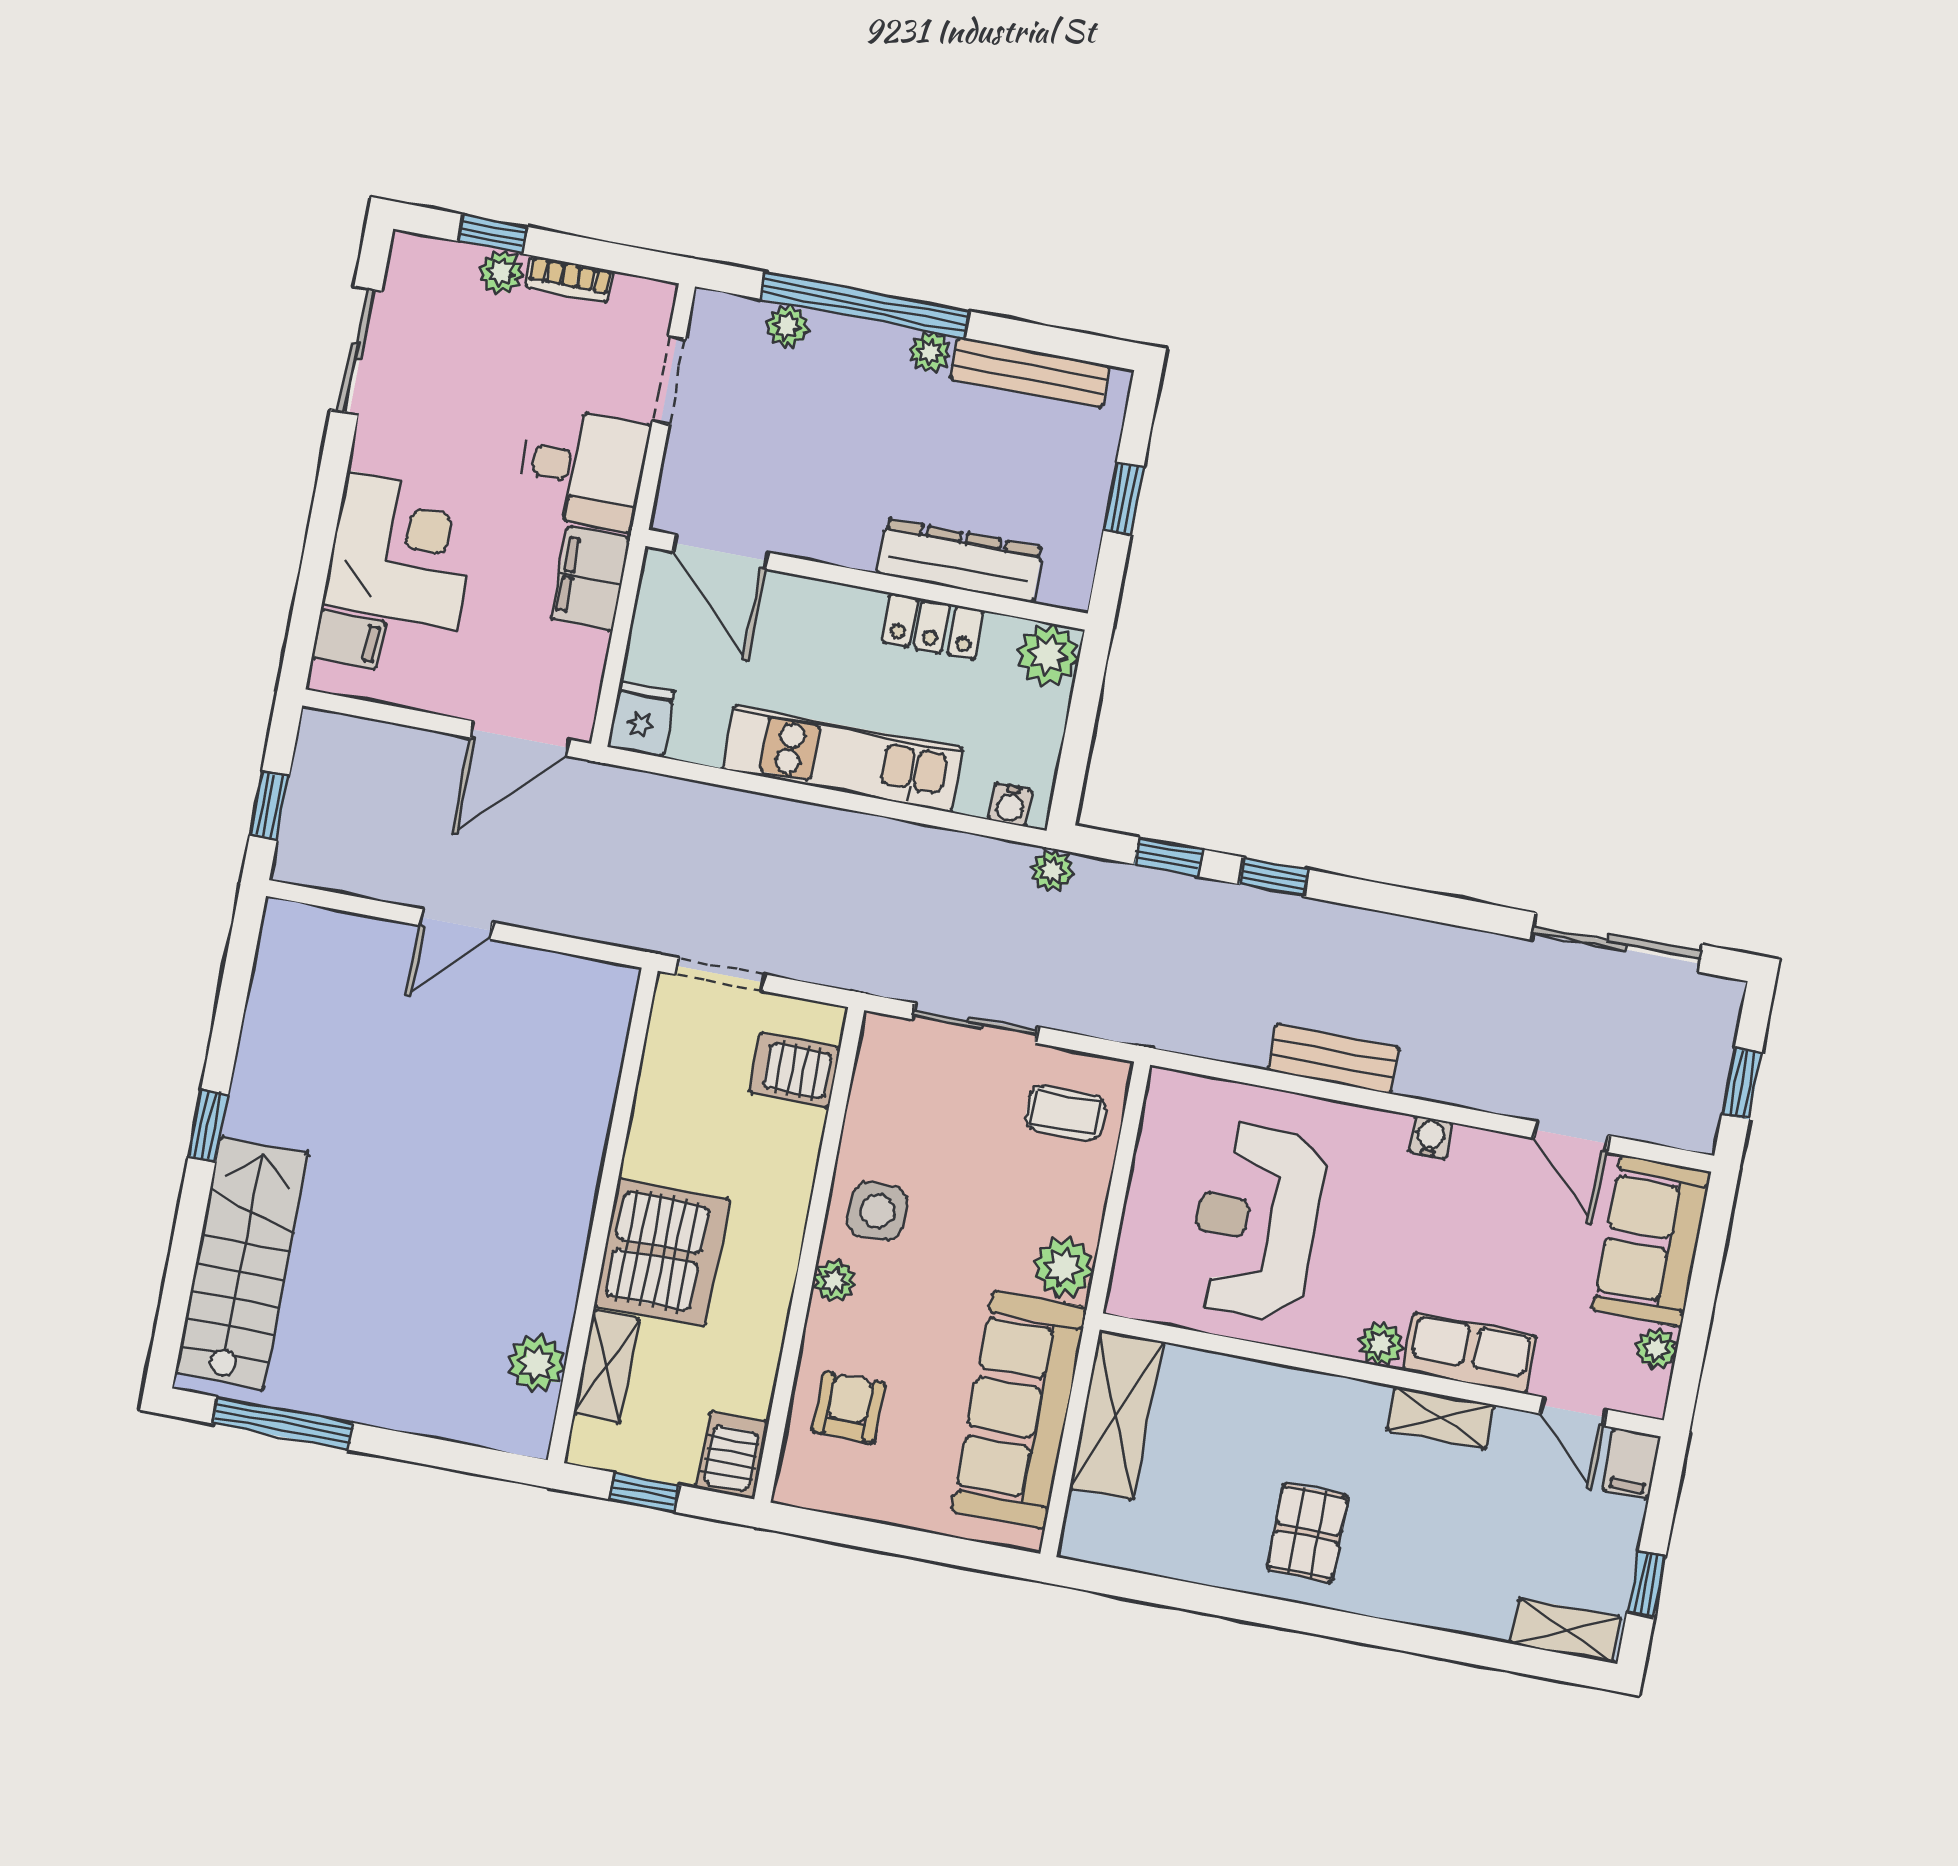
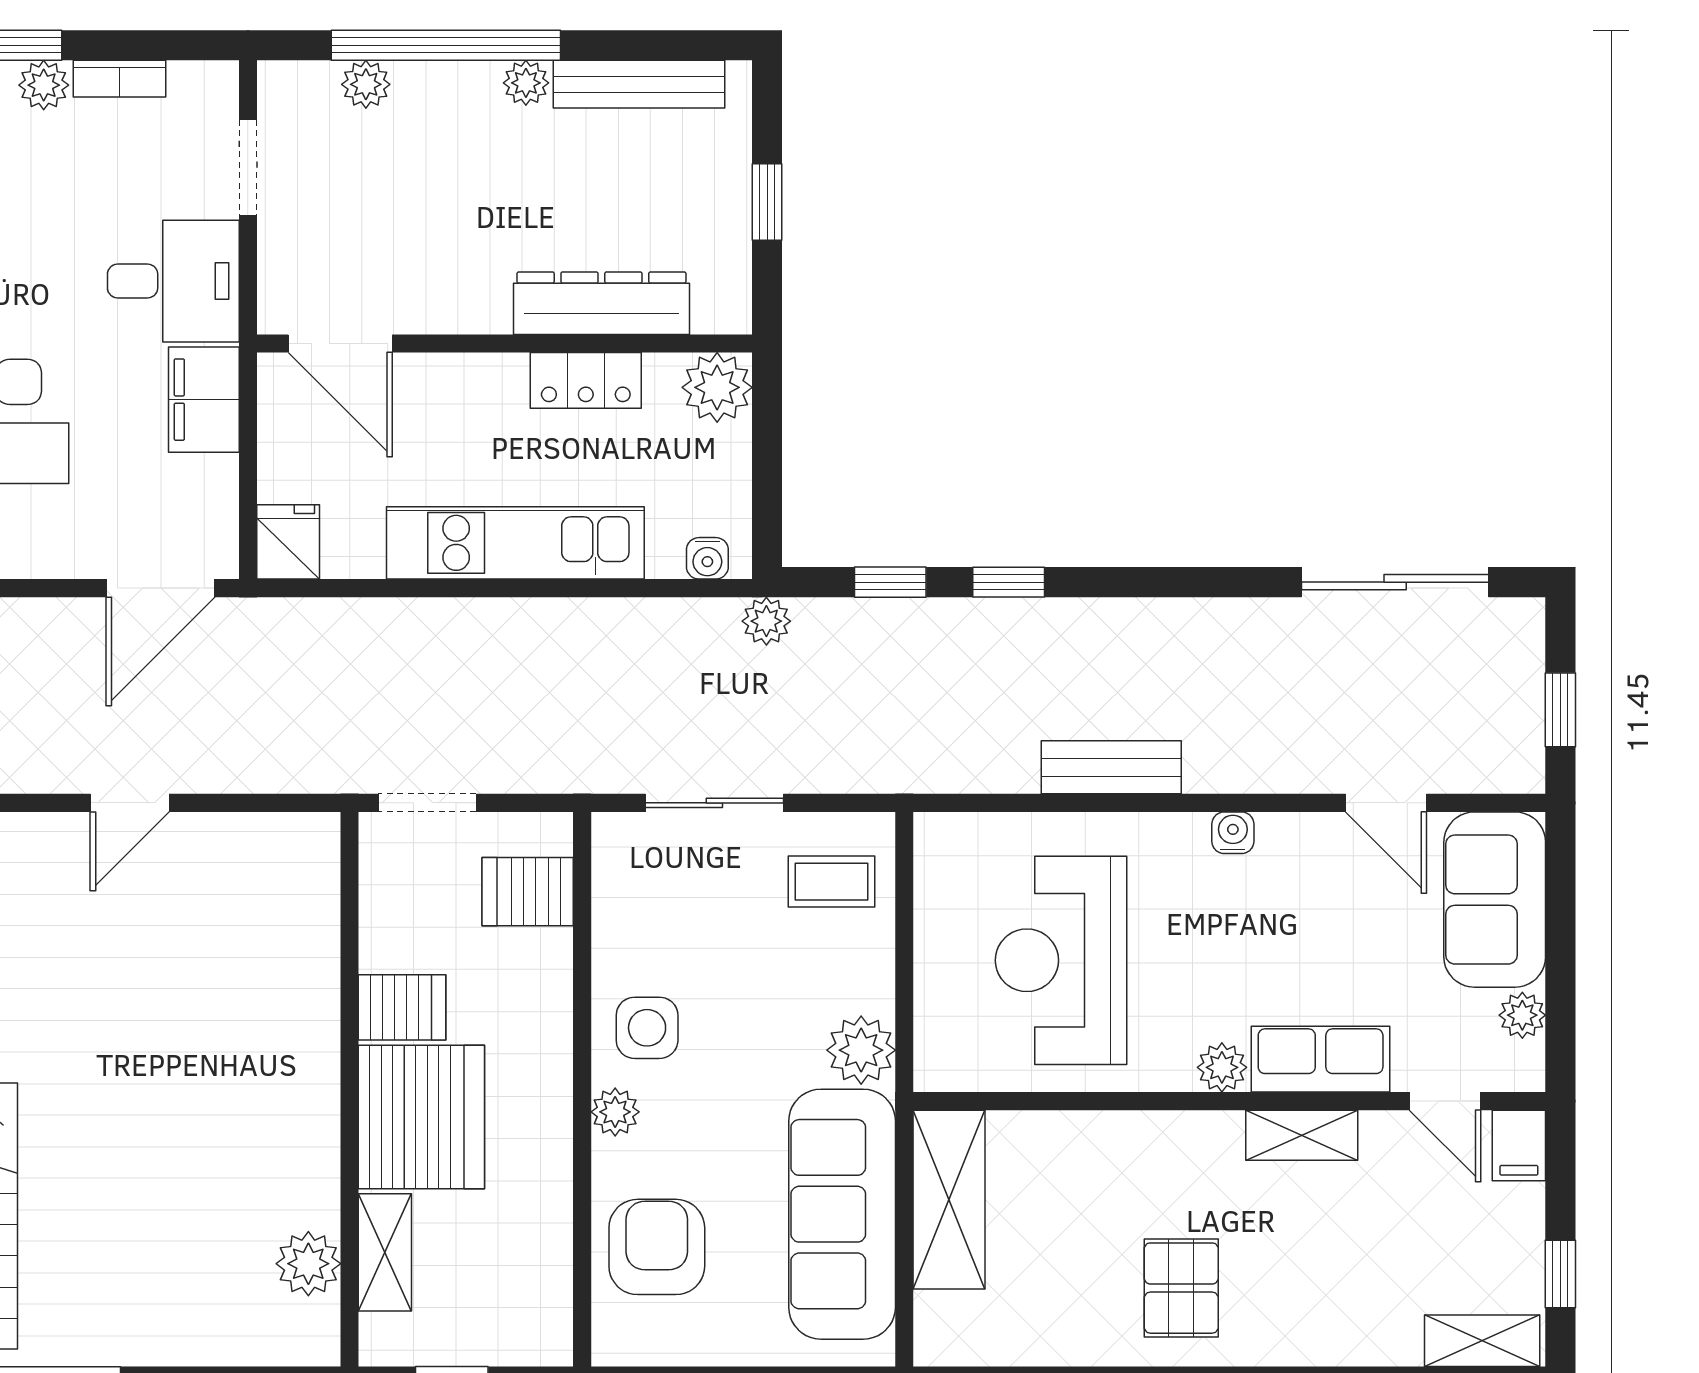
armchair: (849, 1407) -> (657, 1247), width x1.38, depth x1.38
server rack: (732, 1455) -> (402, 1007), moved, turned 90

